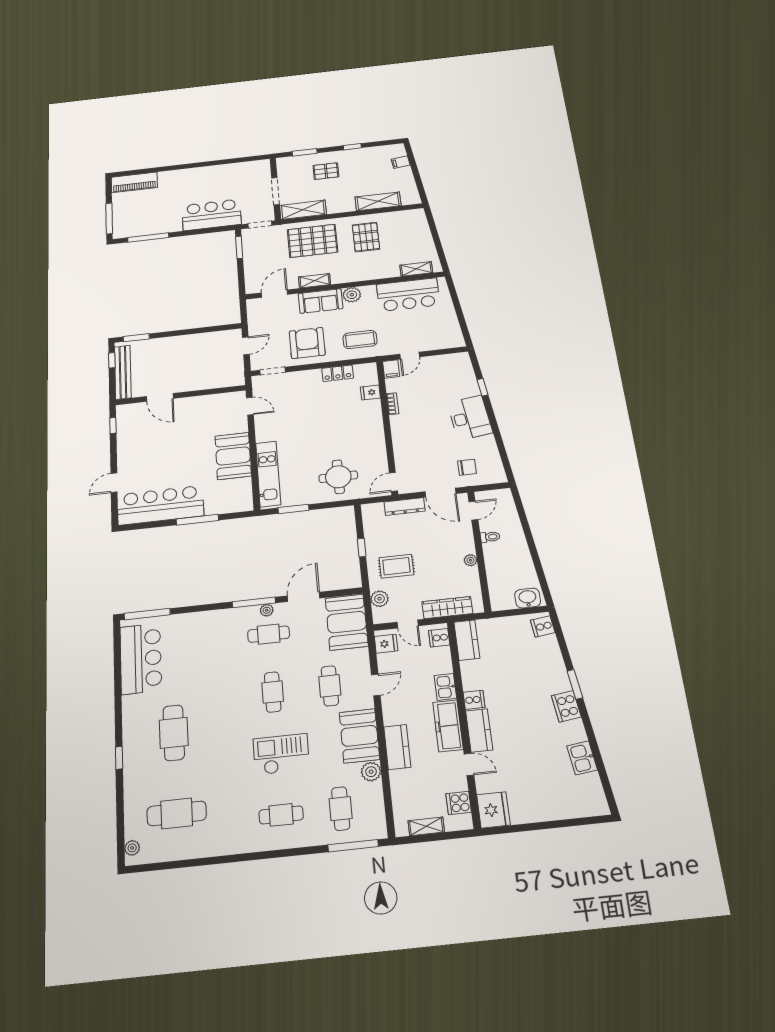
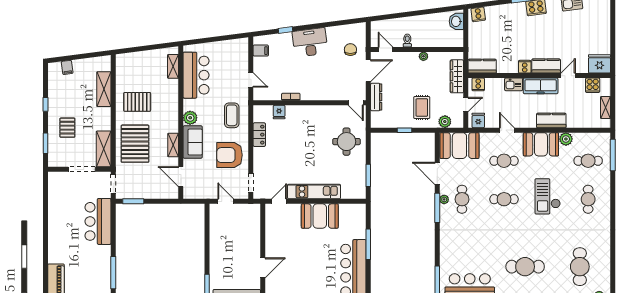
filing cabinet: (391, 369) -> (261, 51), moved
kitchen unit: (268, 474) -> (314, 192), moved

